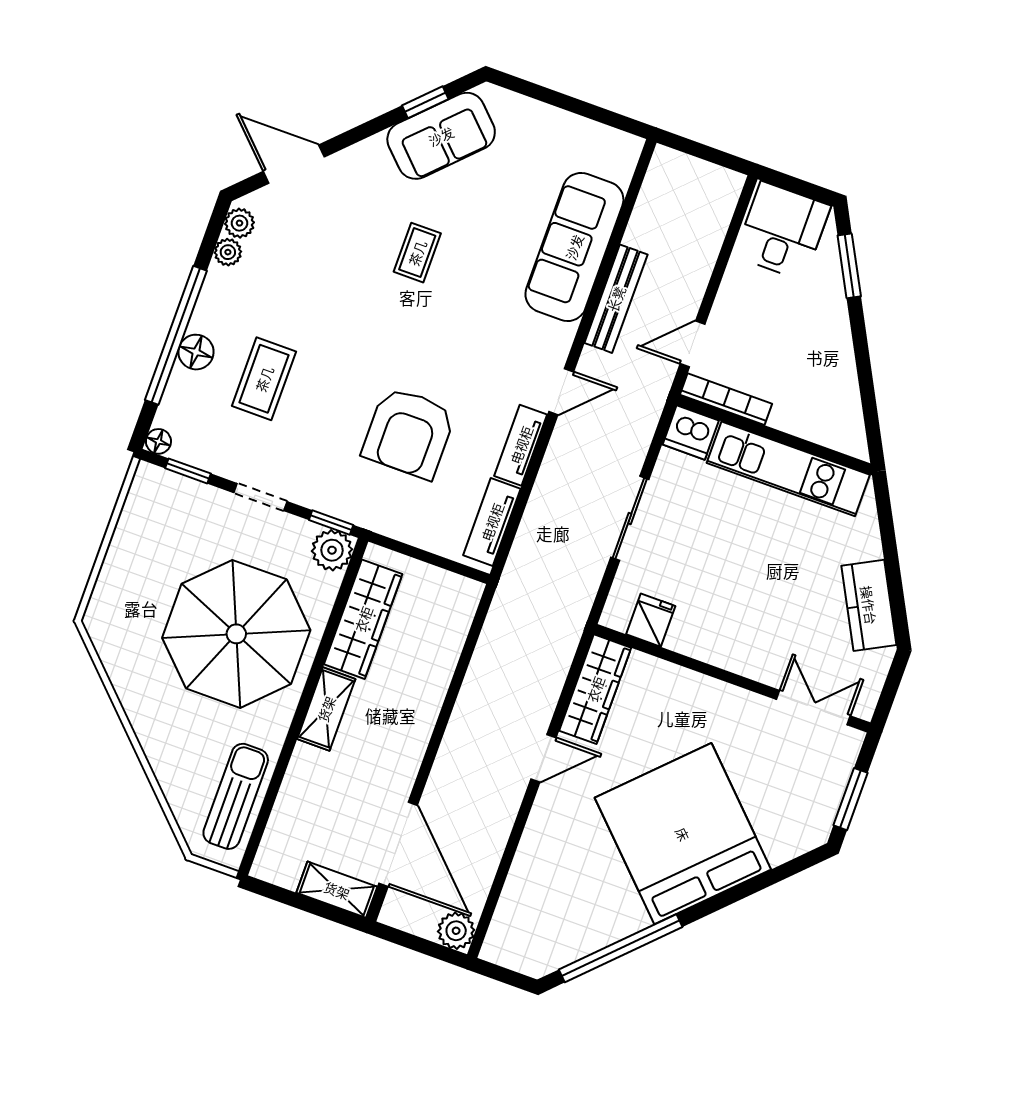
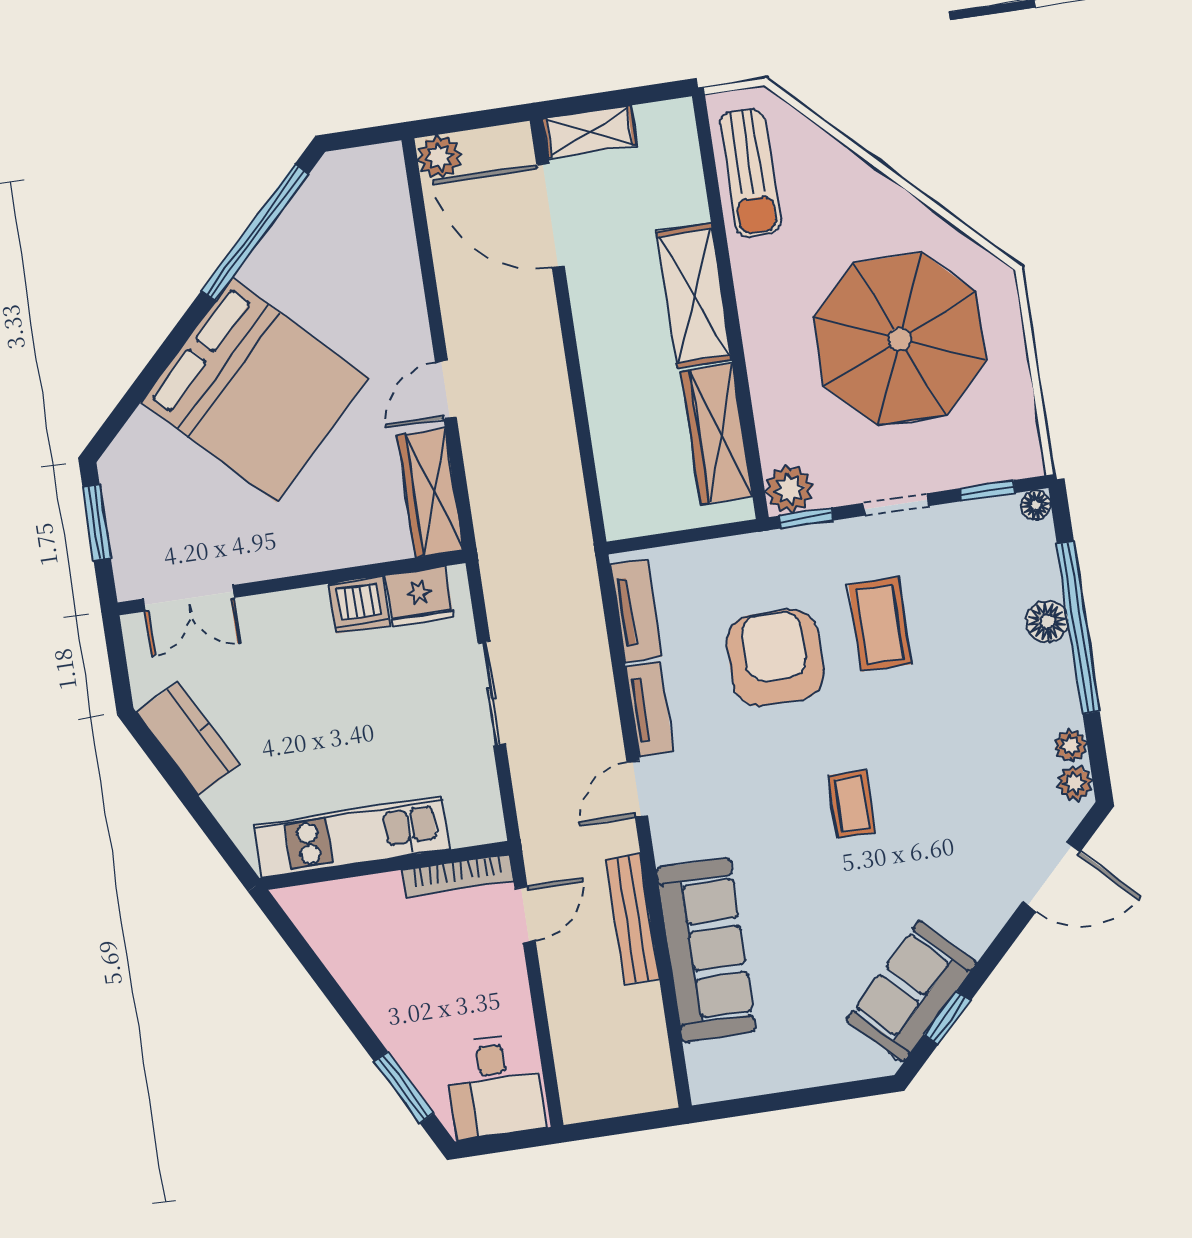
coffee table: (417, 253) -> (852, 804), moved
coffee table: (264, 379) -> (880, 624), moved
dishwasher: (691, 432) -> (359, 605), moved, turned 180
fridge: (651, 620) -> (420, 597), width x1.38
parasol: (236, 634) -> (900, 339), moved
shelving: (326, 709) -> (694, 296), width x1.50, depth x1.33

